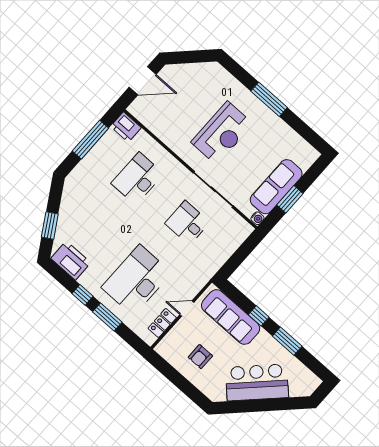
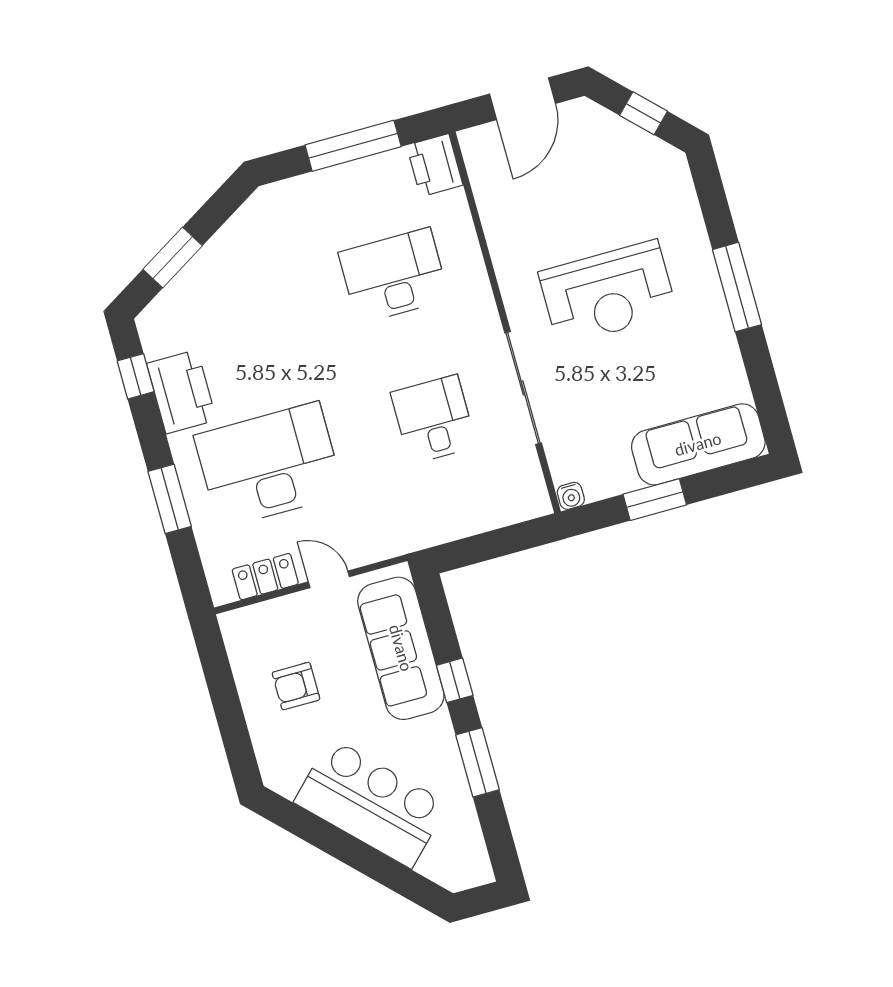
window: (192, 57) -> (644, 113), added
door: (143, 81) -> (522, 99), hinge flipped
sofa: (276, 187) -> (698, 444), moved
printer: (71, 260) -> (182, 392), moved
window: (82, 295) -> (136, 376), moved

